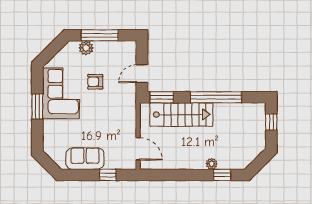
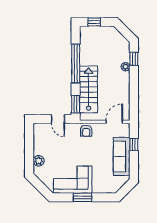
window: (100, 35) -> (29, 151), removed
armchair: (95, 82) -> (86, 131), moved
sofa: (85, 159) -> (122, 156), width x1.36

